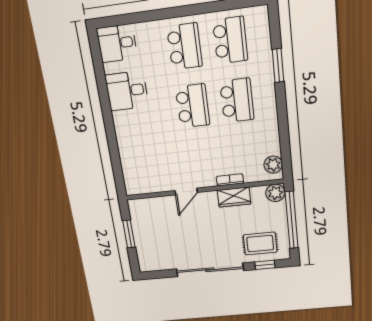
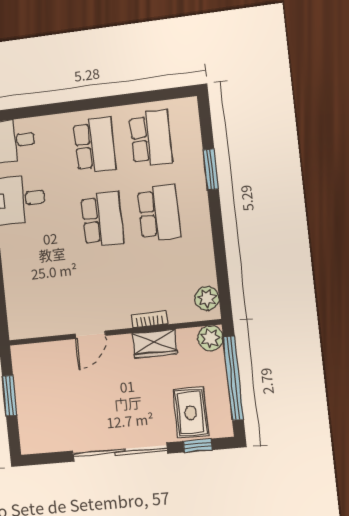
rug: (260, 244) -> (191, 413), turned 90

